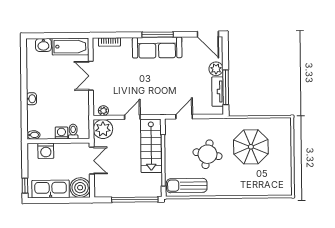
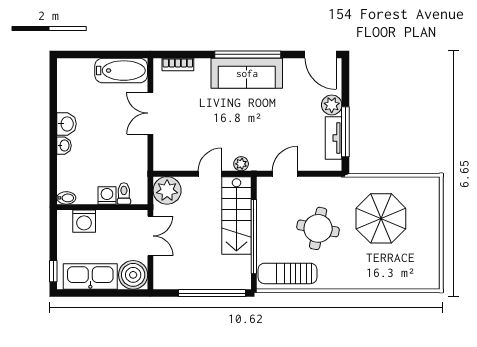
window: (158, 35) -> (248, 54), width x1.46
washbasin: (43, 45) -> (67, 124), moved, turned -90
plant: (103, 111) -> (241, 164), moved

